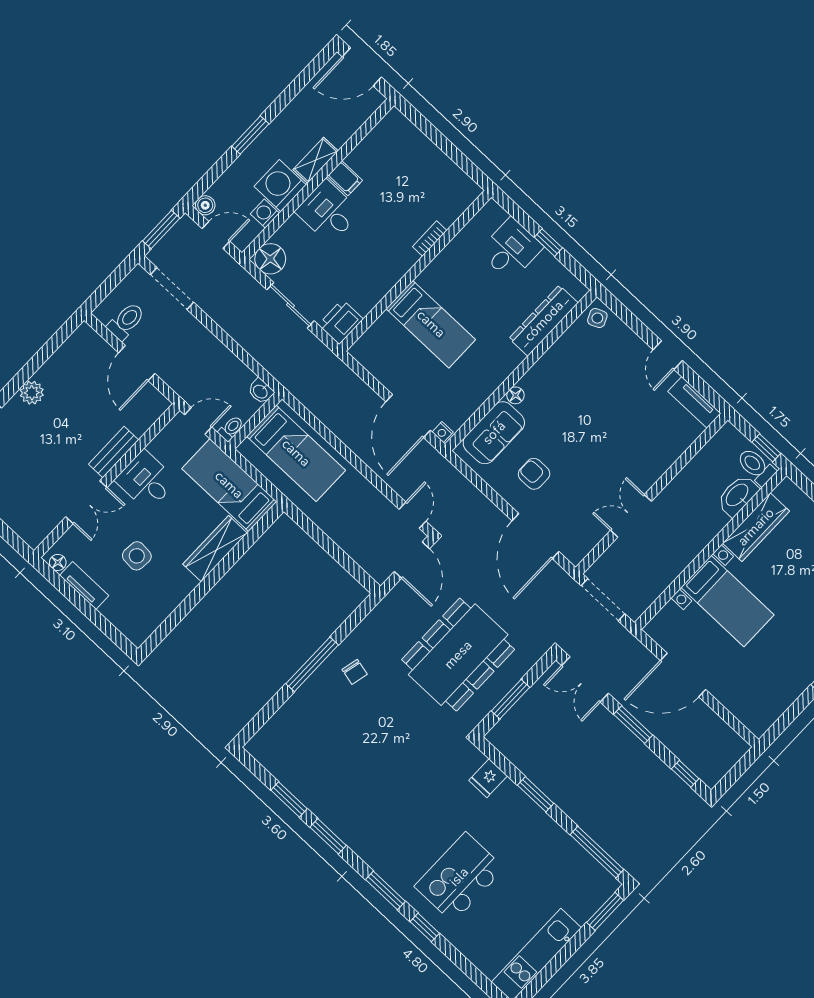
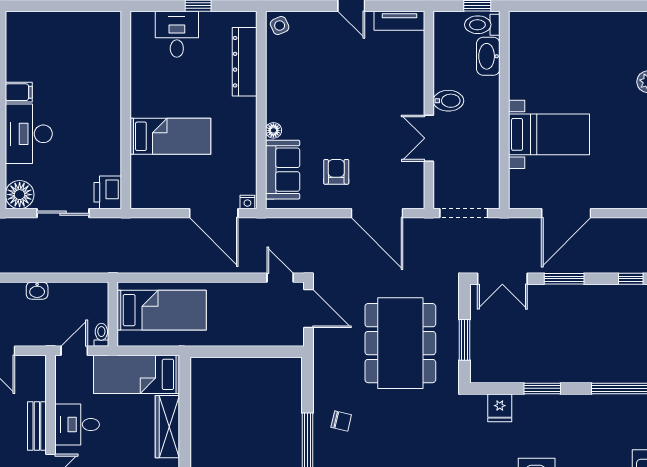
desk: (328, 212) -> (29, 134), width x1.37
bookcase: (430, 238) -> (115, 79), removed
washbasin: (261, 391) -> (37, 291), moved
armchair: (534, 474) -> (336, 172), turned 90
bidet: (674, 501) -> (448, 101), added
wardrobe: (756, 527) -> (521, 66), removed

